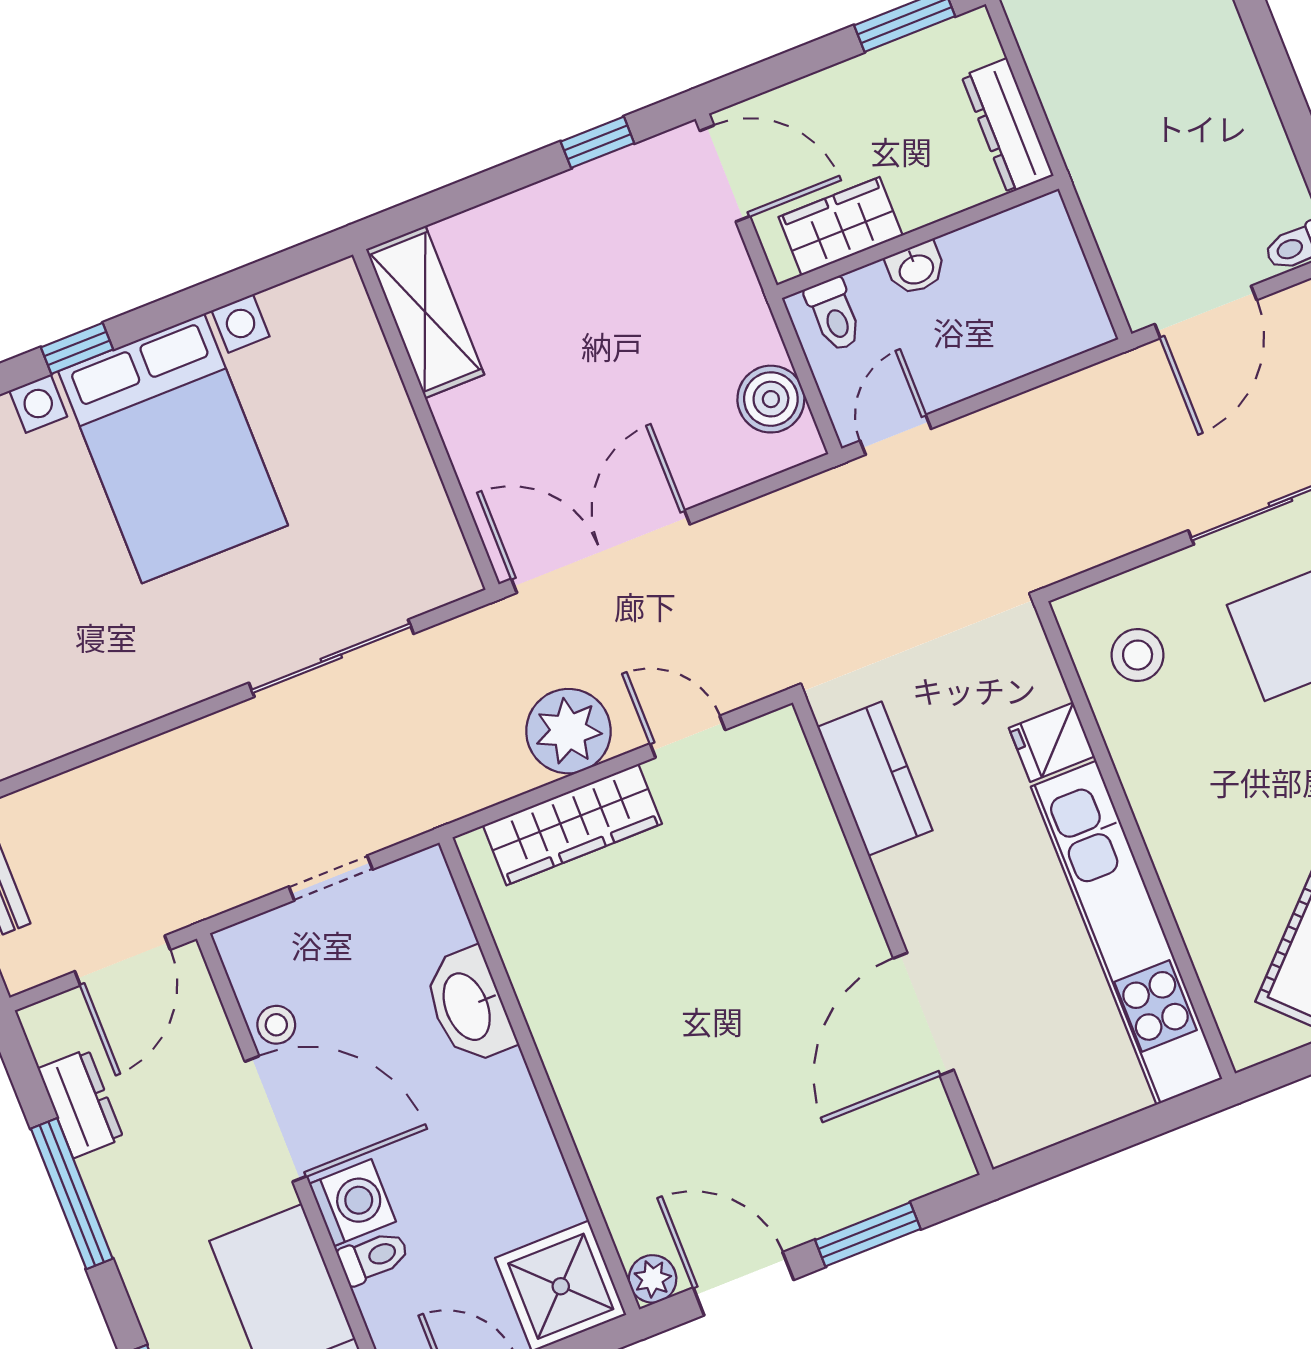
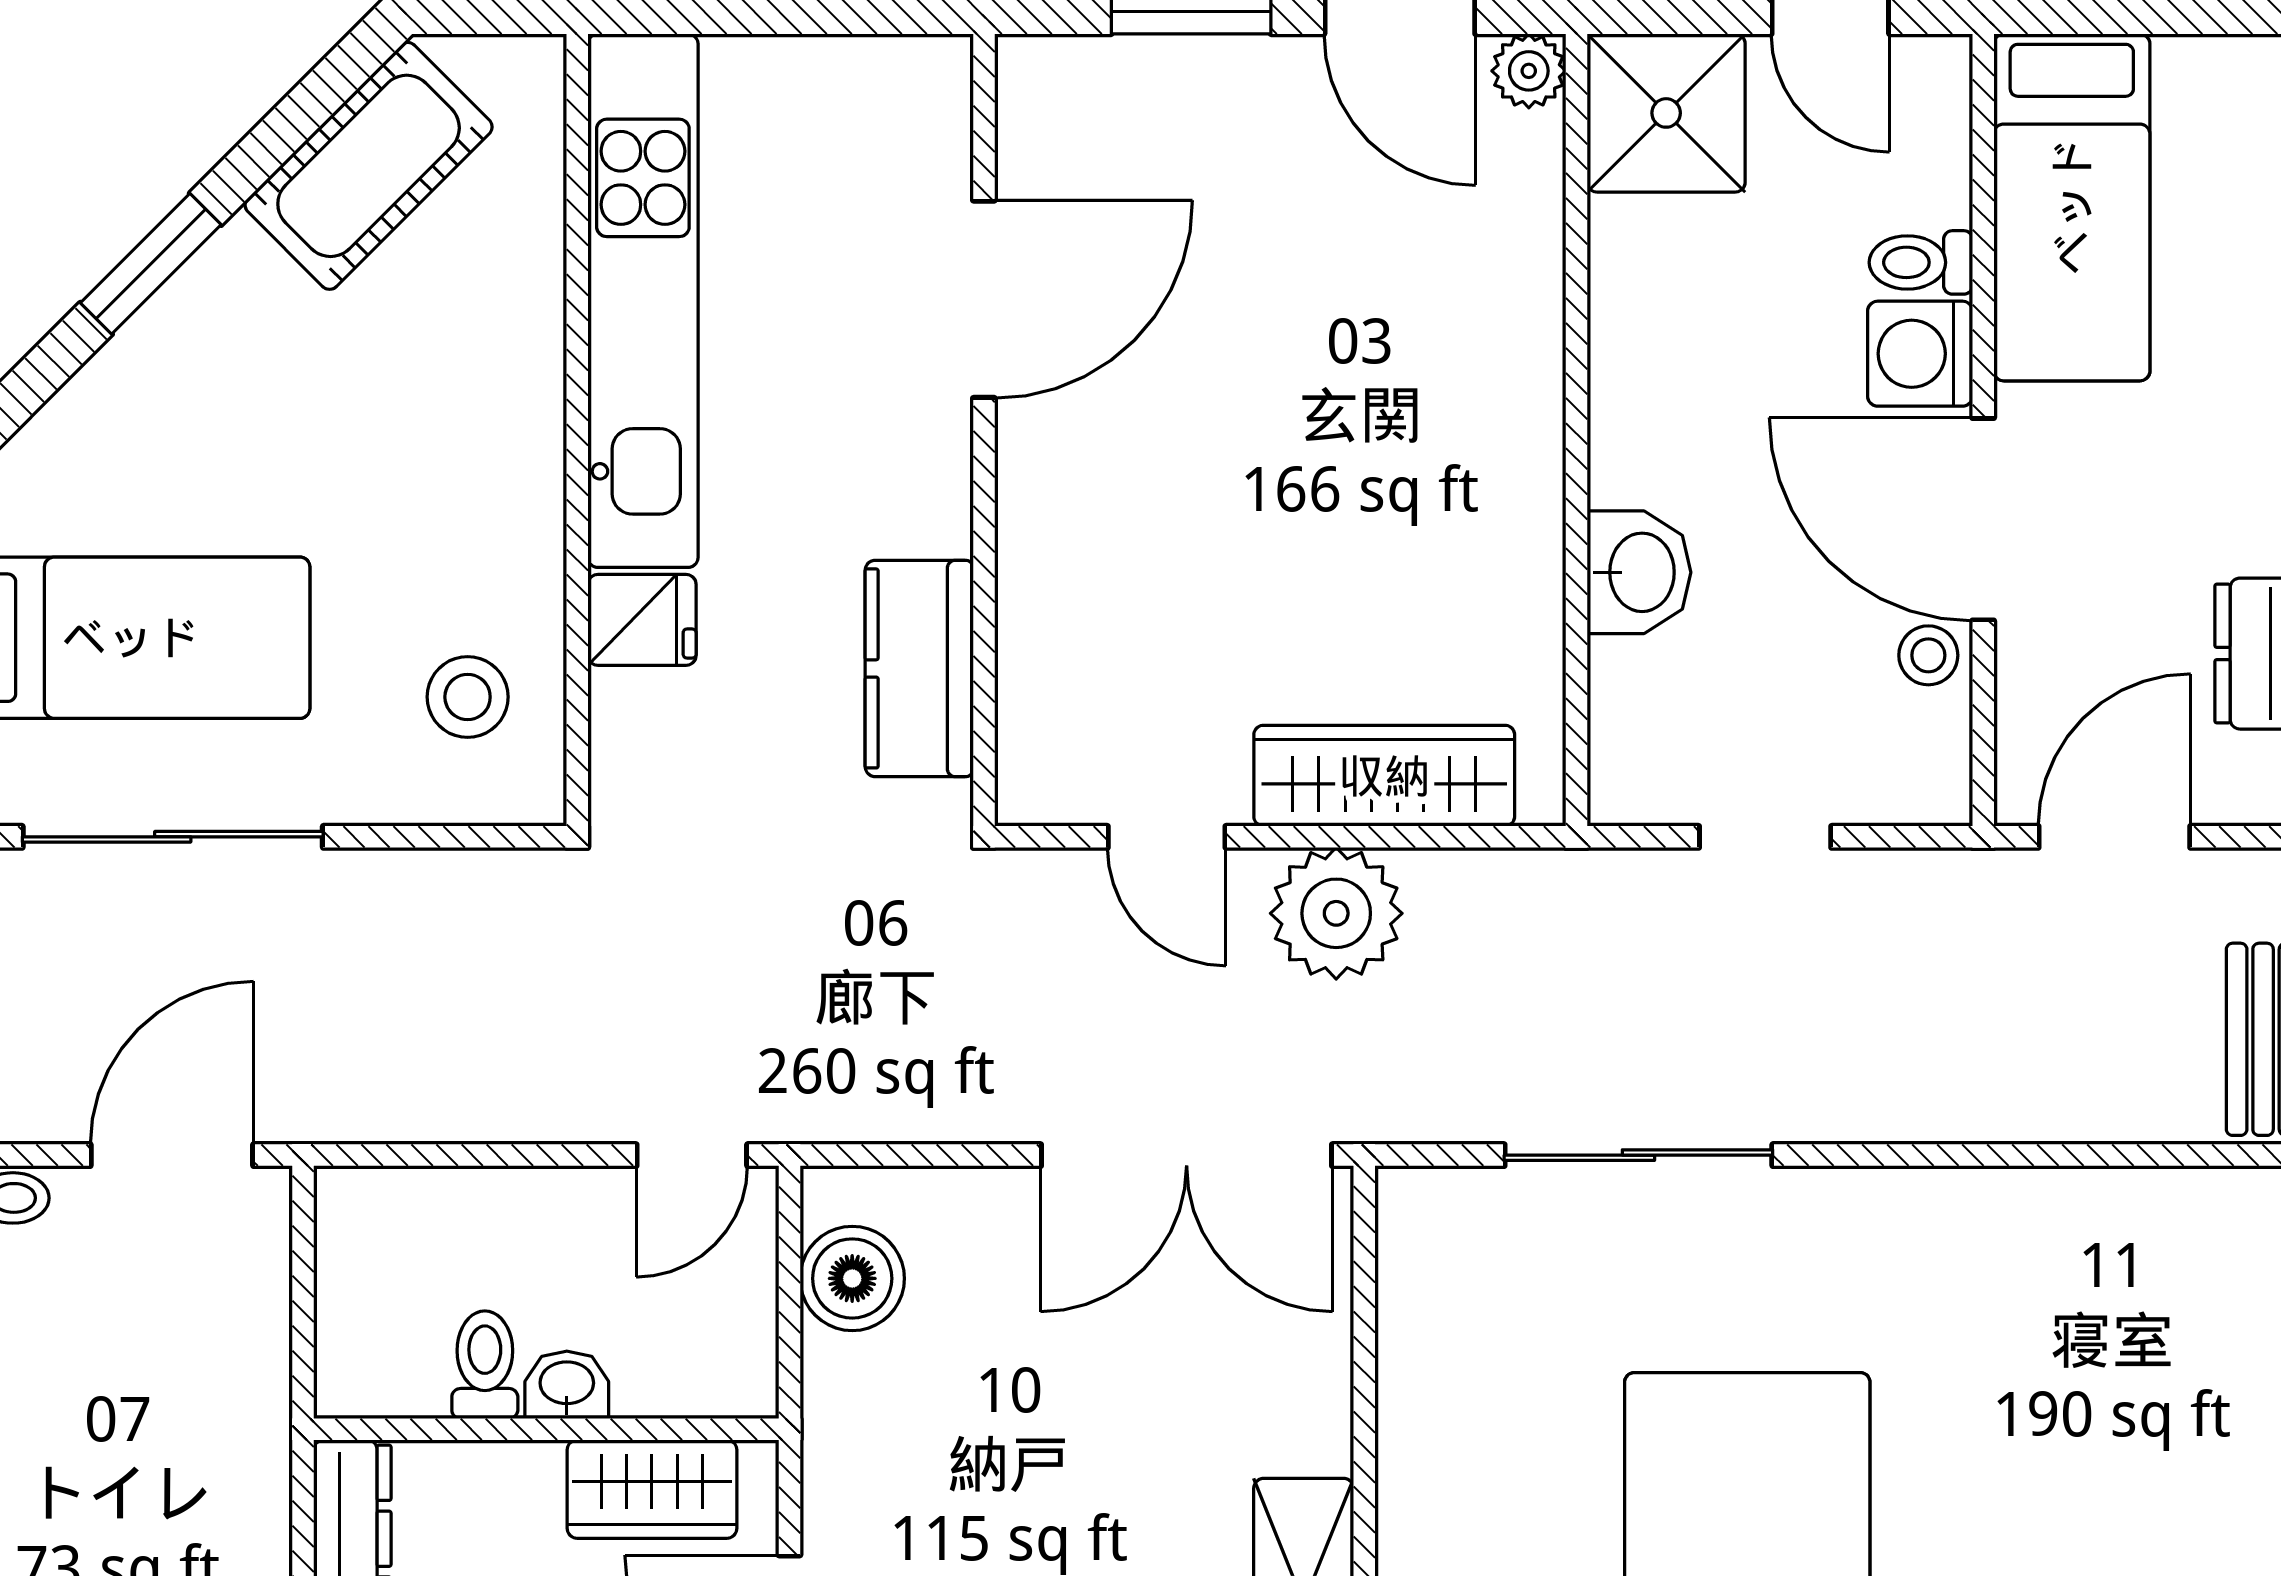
toilet: (834, 315) -> (485, 1365), moved
washbasin: (469, 1006) -> (1639, 572), width x0.72

